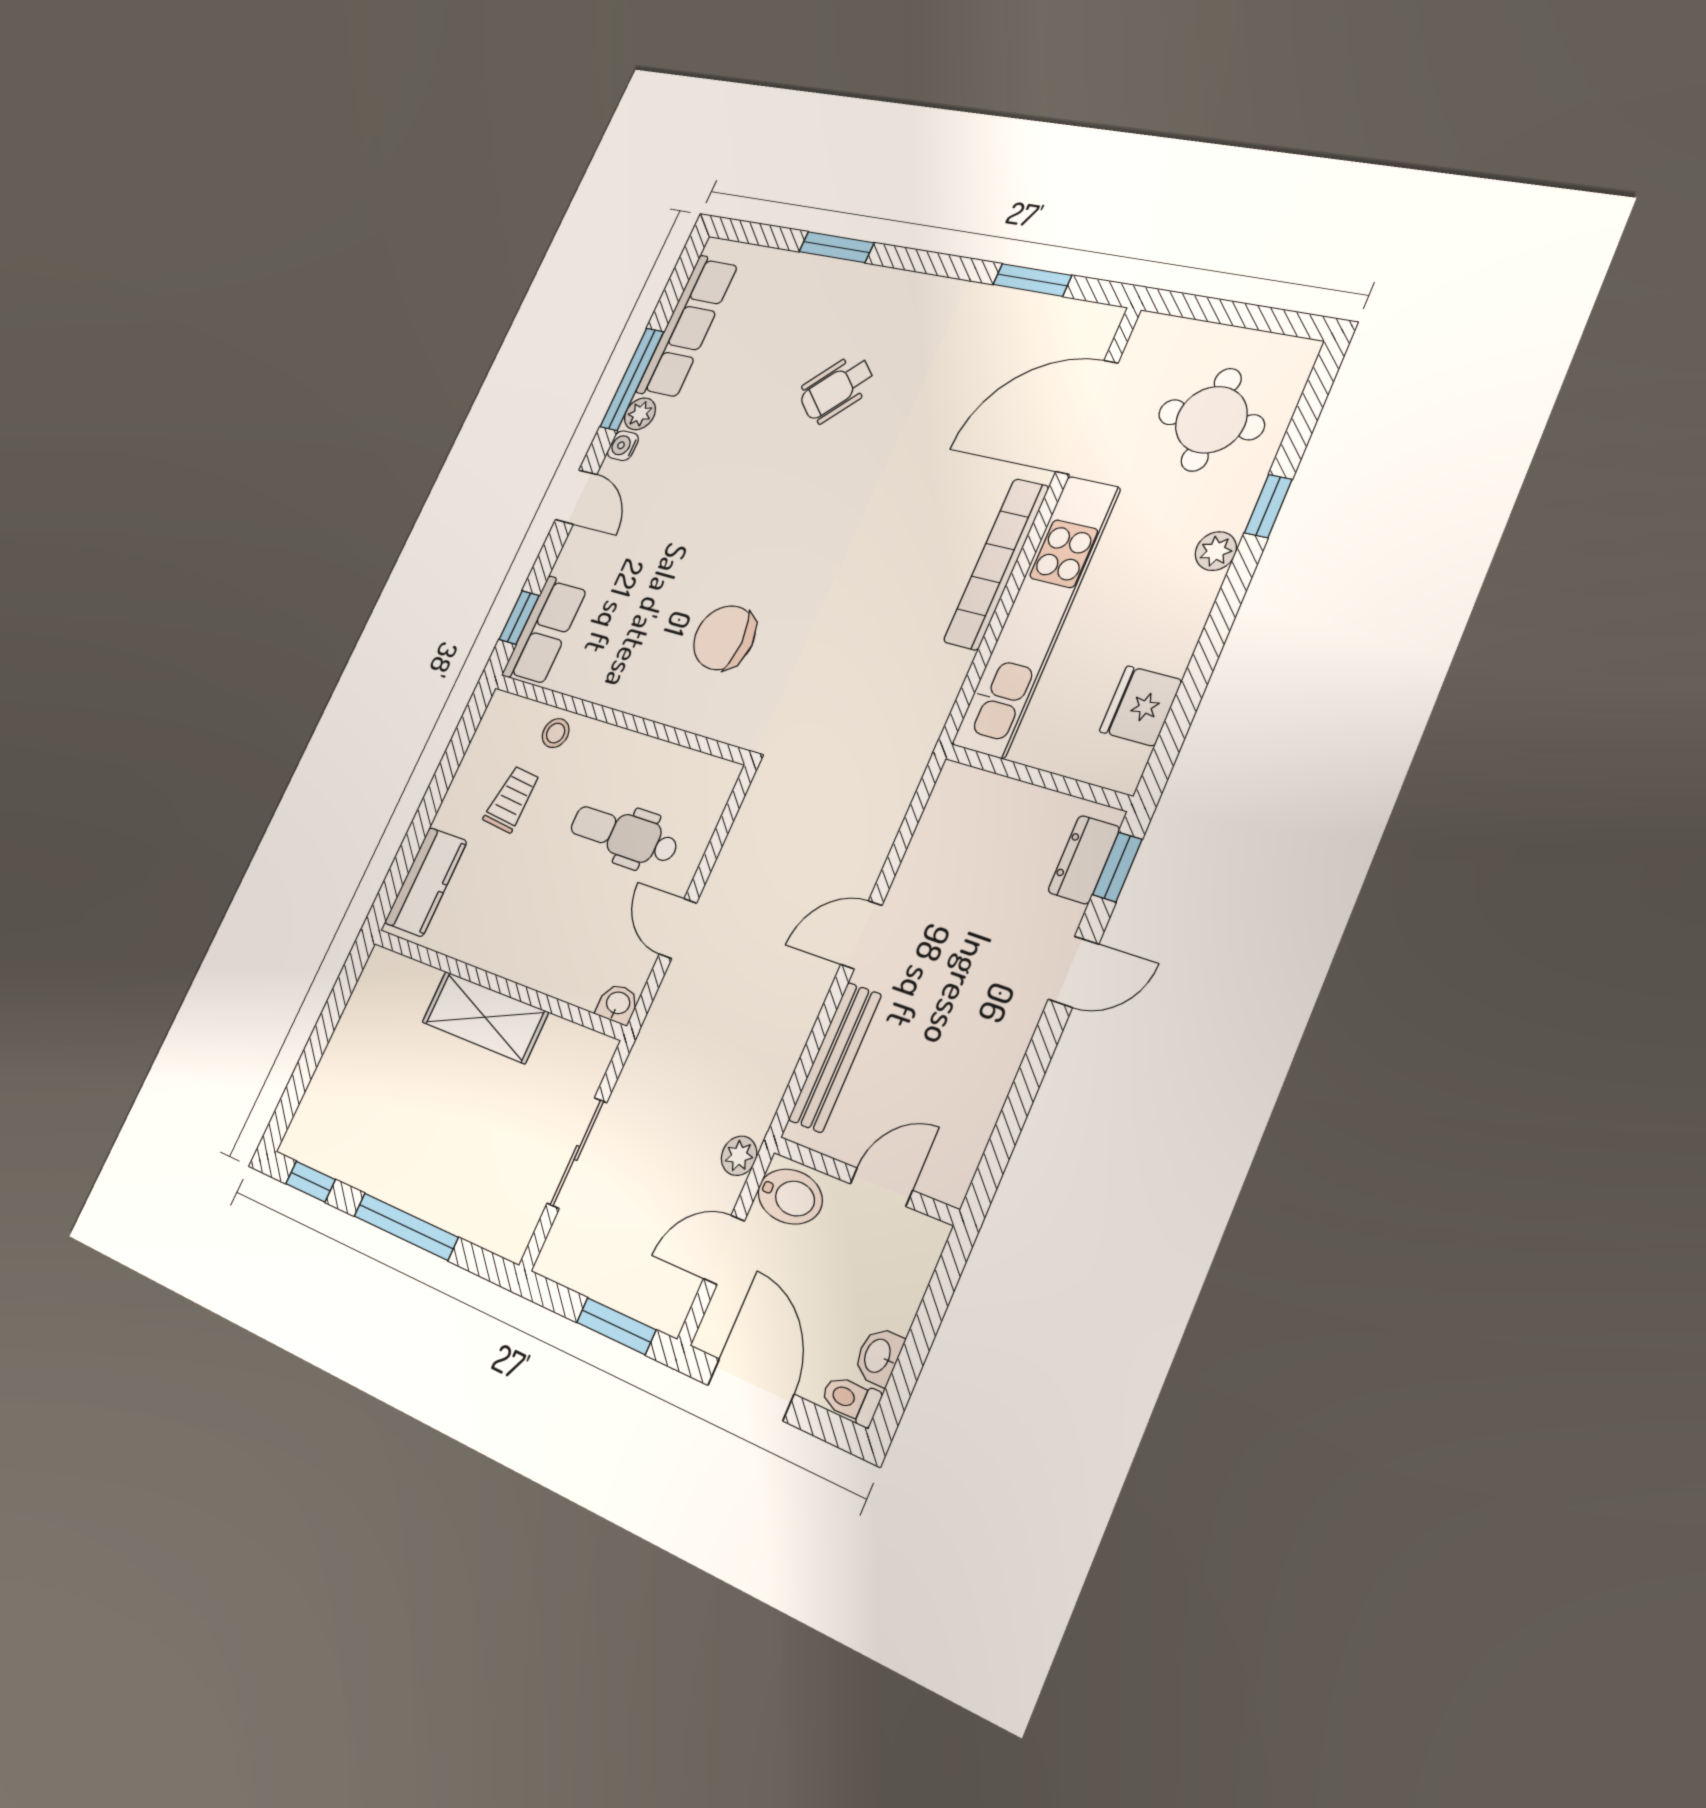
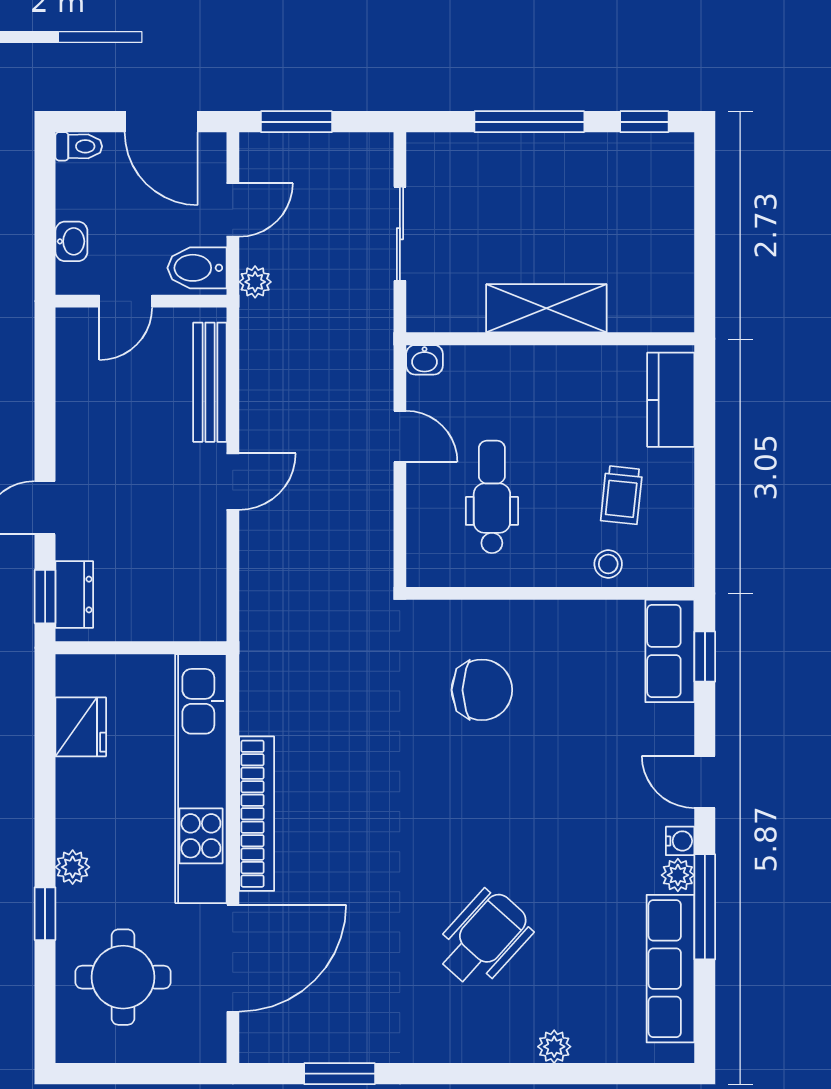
window: (836, 247) -> (551, 1074), removed
plant: (821, 272) -> (554, 1047), added
wheelchair: (837, 388) -> (484, 939), width x1.36, depth x1.37
dental chair: (624, 835) -> (492, 497), turned -90
washbasin: (878, 1356) -> (71, 241), moved

